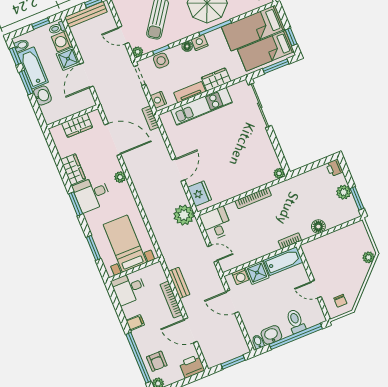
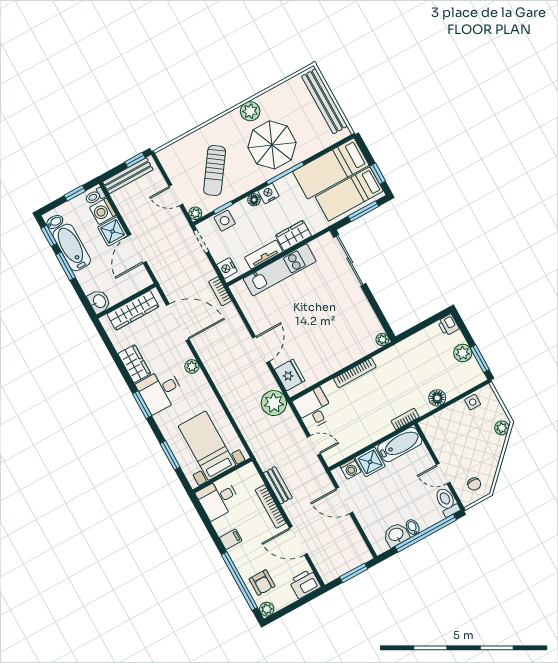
washbasin: (42, 96) -> (99, 301), moved
wardrobe: (77, 125) -> (133, 310), width x1.50
side table: (347, 233) -> (473, 402), added
toilet: (296, 321) -> (447, 502), moved
bidet: (258, 342) -> (413, 527), moved

